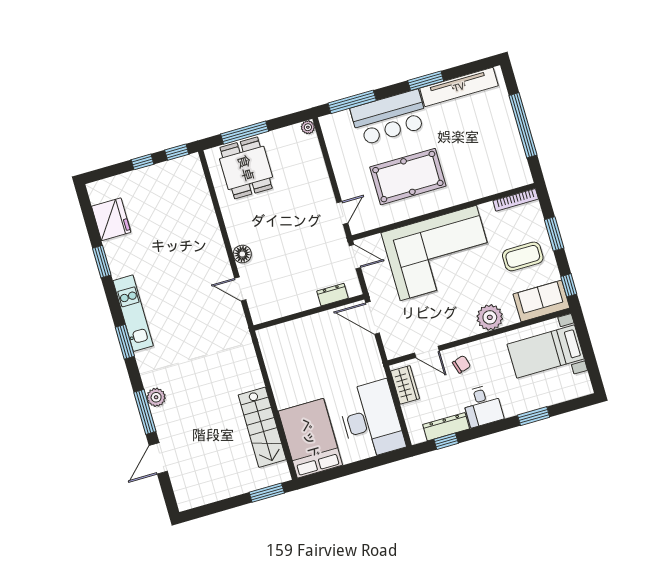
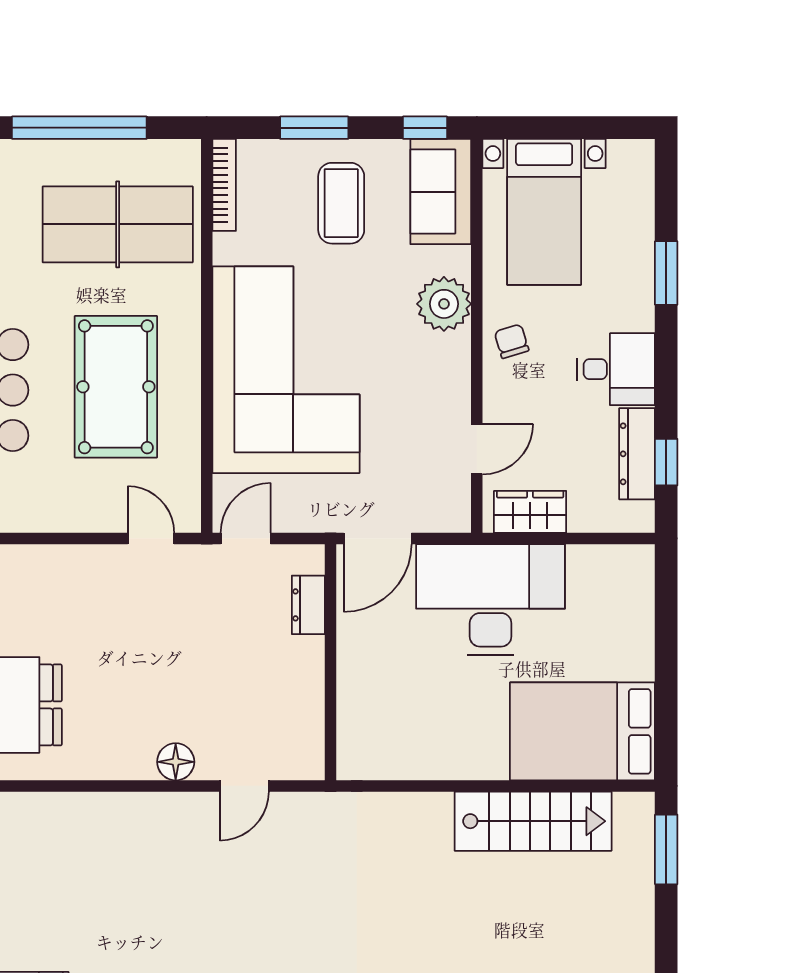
table tennis table: (483, 156) -> (118, 224), added
chair: (462, 364) -> (512, 341), moved
desk: (371, 420) -> (491, 600), moved

